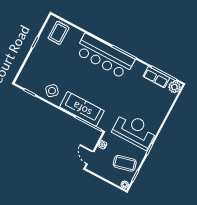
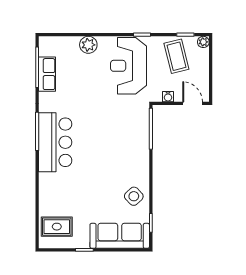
bar counter: (105, 56) -> (55, 142), width x0.73
plant: (174, 87) -> (88, 45), moved
sofa: (82, 109) -> (120, 236), moved, turned 90
door: (90, 158) -> (193, 103), swing flipped

